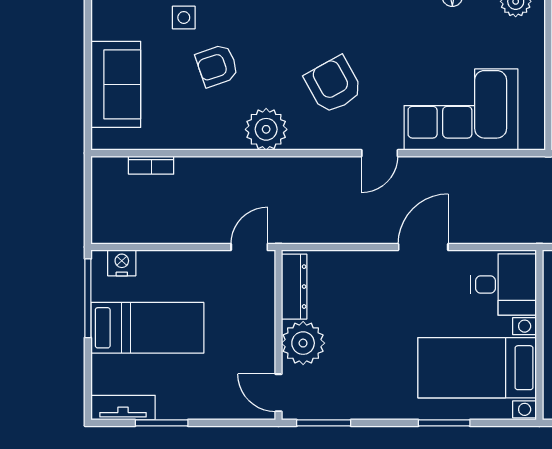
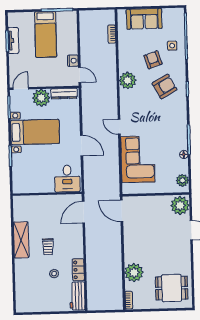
armchair: (333, 85) -> (165, 86), moved
nightstand: (122, 263) -> (73, 61), moved
bed with nightstands: (477, 368) -> (35, 132), moved, turned 90
tv unit: (123, 408) -> (13, 40), moved

